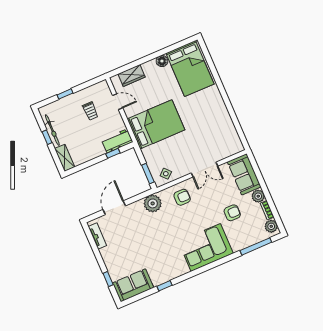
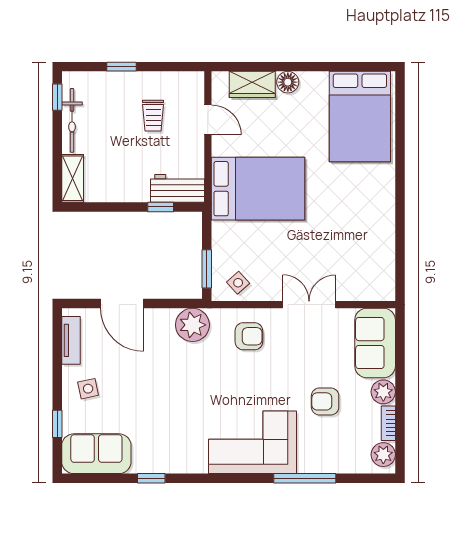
floor lamp: (162, 61) -> (288, 82), moved
window: (47, 137) -> (57, 97), moved
double door: (204, 170) -> (309, 305), swing flipped
door: (114, 208) -> (122, 303), swing flipped
armchair: (232, 213) -> (325, 401), turned 180
window: (256, 246) -> (305, 478), moved
side table: (116, 256) -> (88, 389), added

